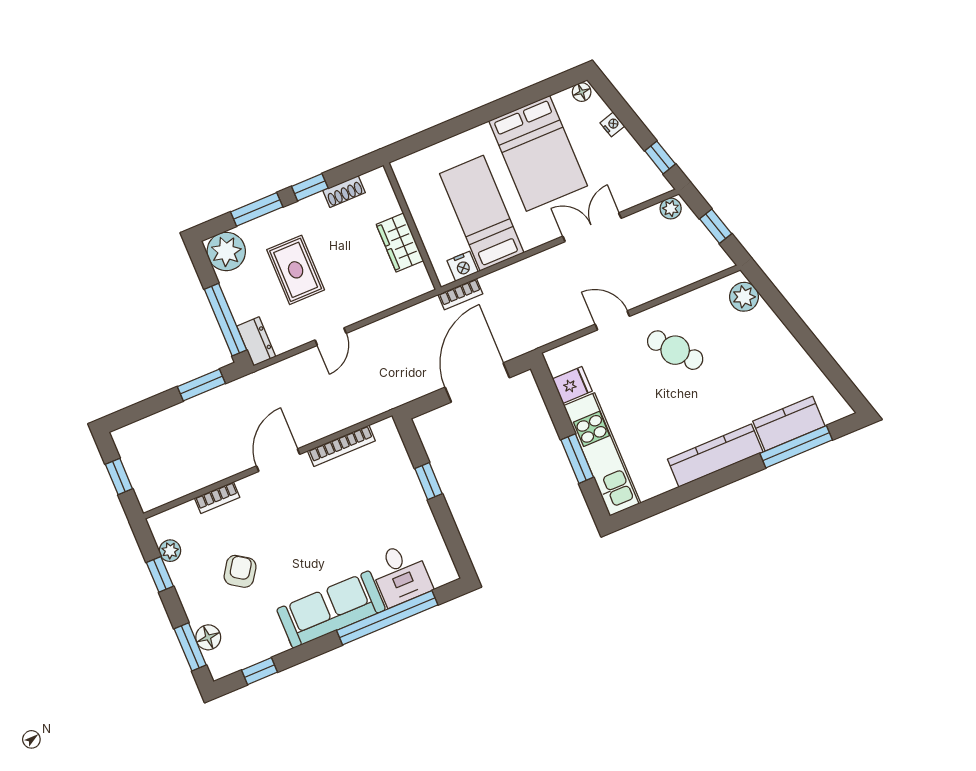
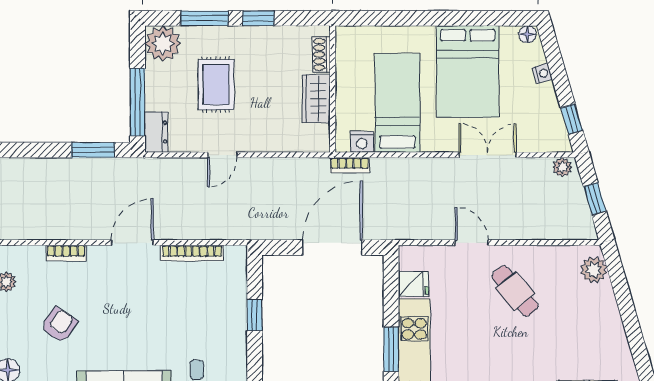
shoe rack: (344, 192) -> (321, 54), moved, turned 90

